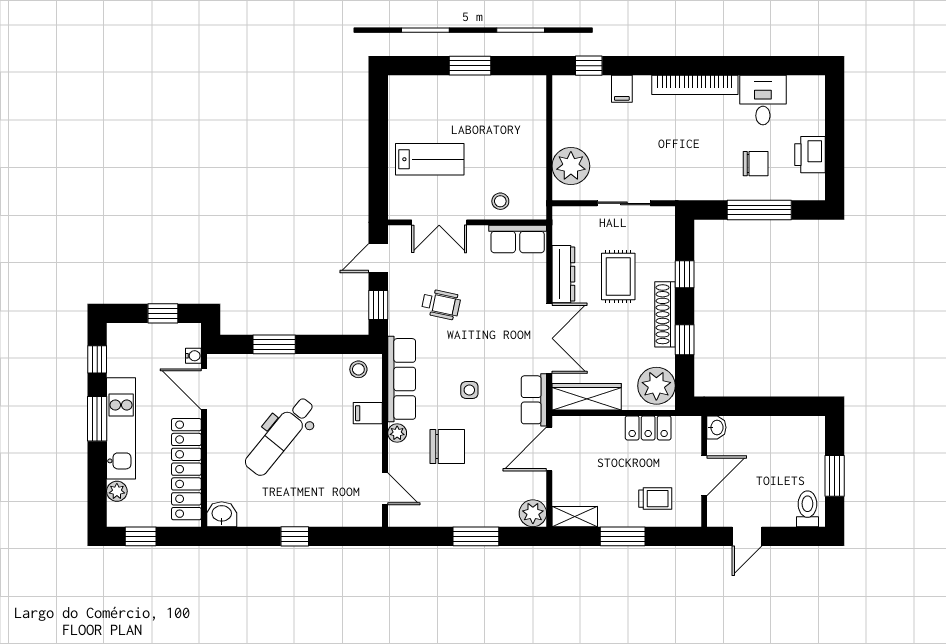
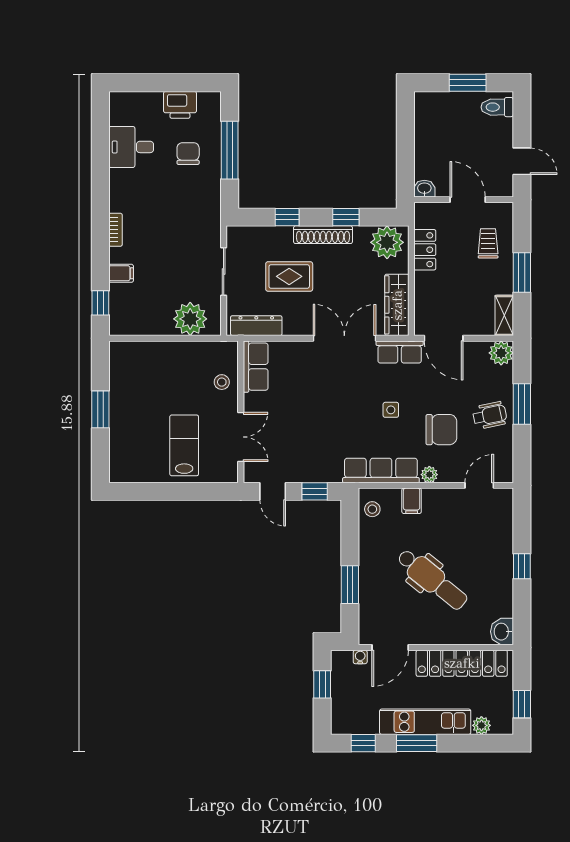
bookcase: (695, 85) -> (116, 230), width x0.43, depth x0.76
dresser: (563, 274) -> (256, 326), moved
wheelchair: (441, 304) -> (490, 415), moved, turned 66
chair: (447, 446) -> (441, 430), turned 90

